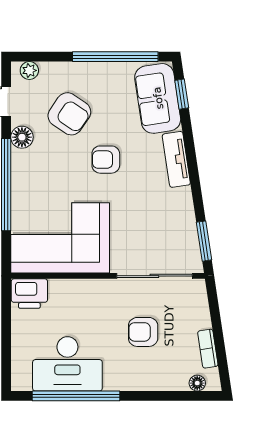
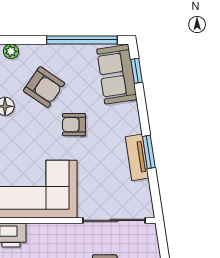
tv unit: (176, 159) -> (137, 157), moved
window: (204, 241) -> (149, 152), moved

